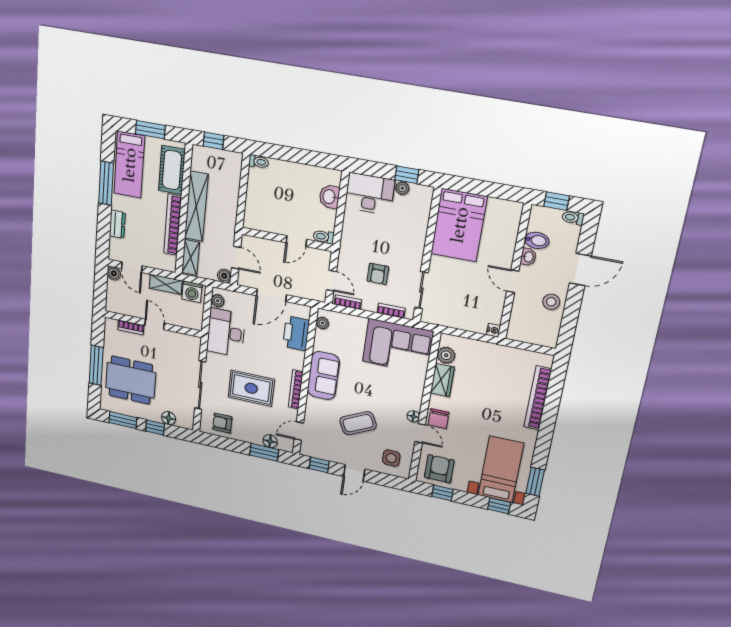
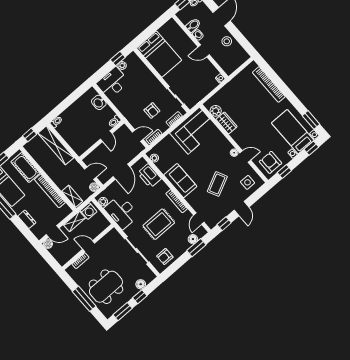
shelving: (196, 206) -> (56, 145), moved
chair: (439, 419) -> (244, 141), removed

